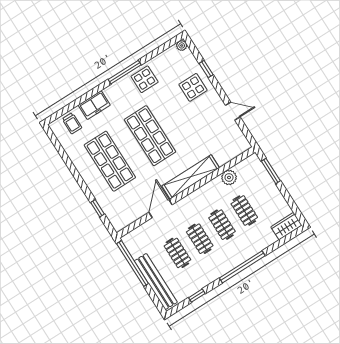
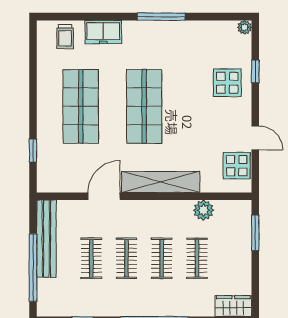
display table: (145, 79) -> (237, 166), moved
window: (133, 264) -> (33, 268), moved
bench: (156, 282) -> (46, 239), moved

